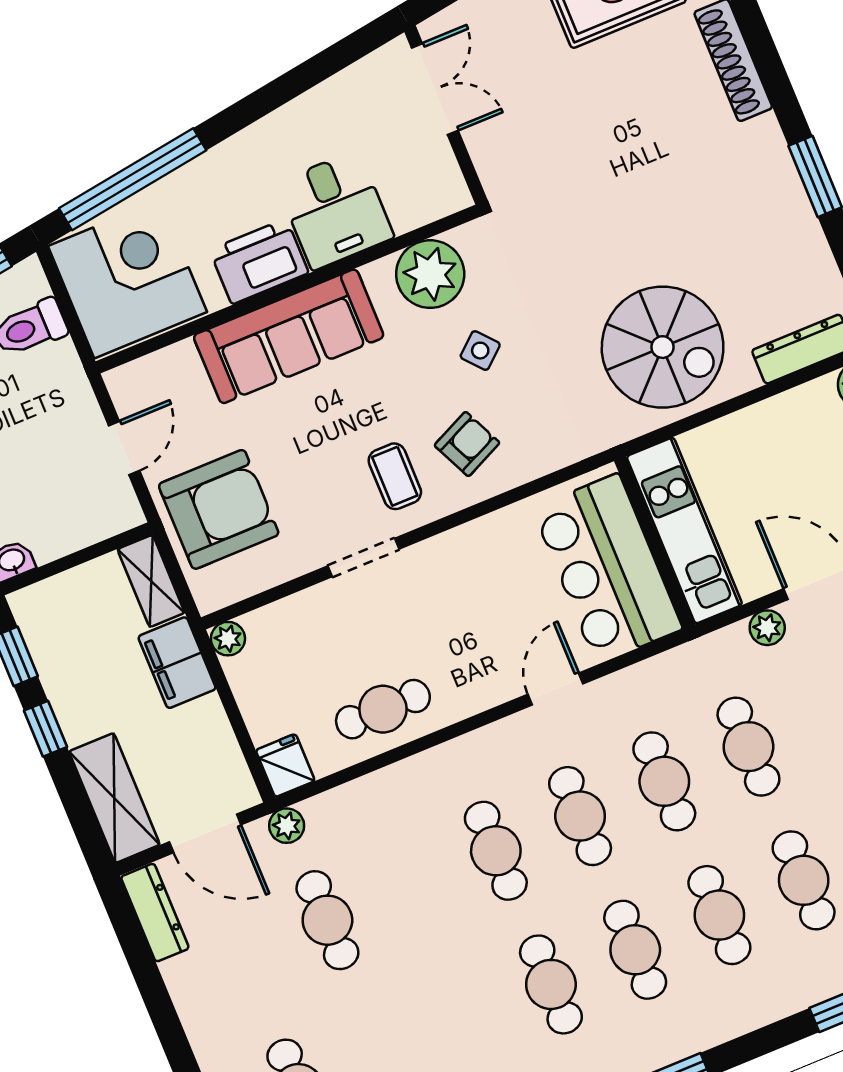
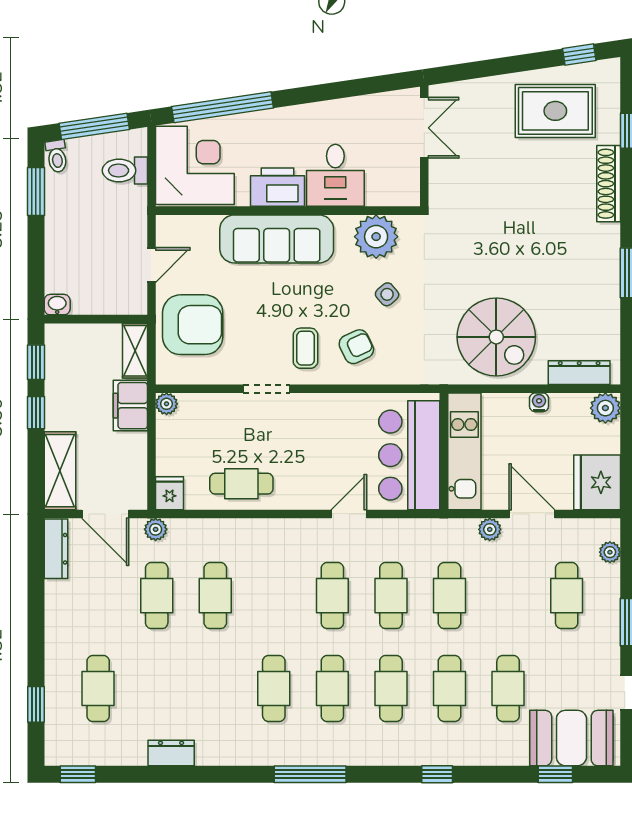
water cooler: (763, 416) -> (539, 402), added
cafe table: (496, 851) -> (215, 596), moved

